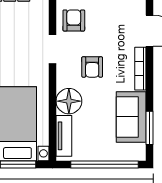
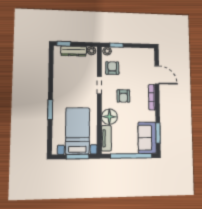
sofa: (131, 117) -> (147, 138), moved

